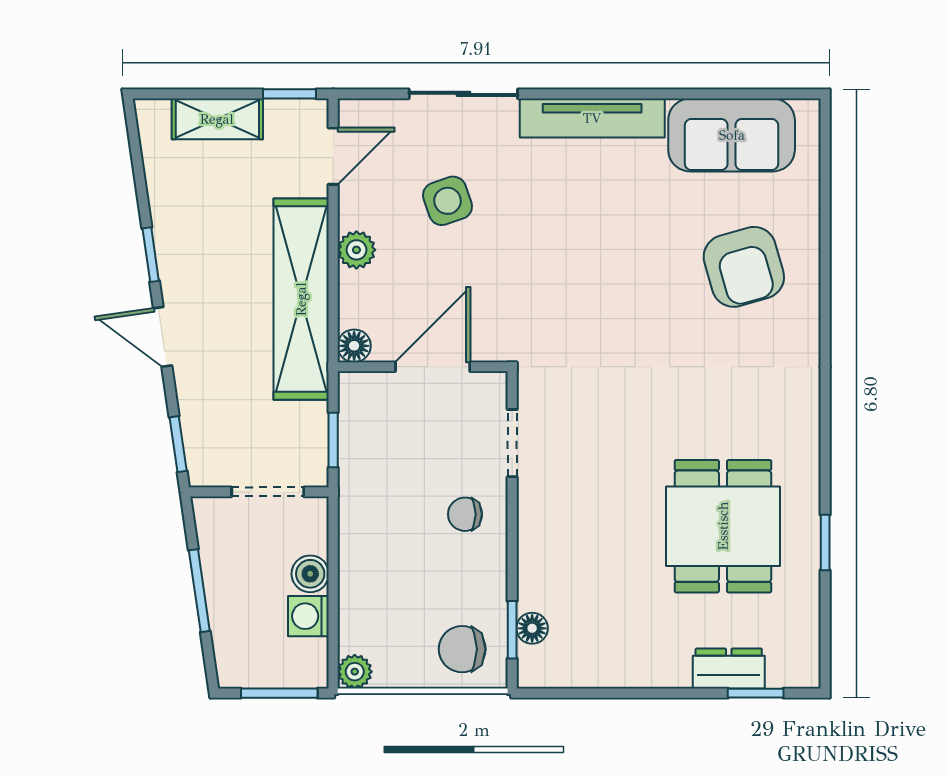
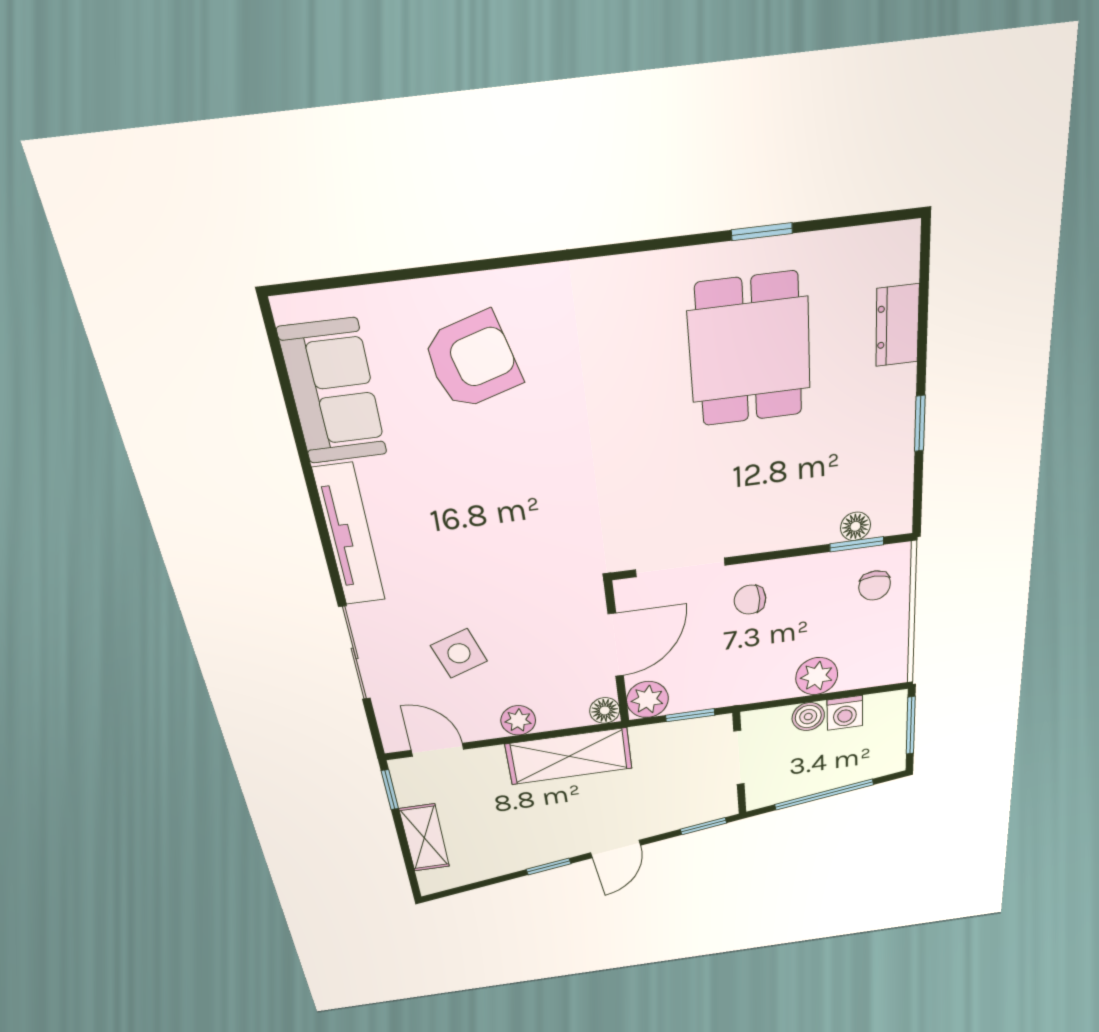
shelving: (301, 299) -> (569, 756), width x0.68
door: (433, 367) -> (616, 645), swing flipped
plant: (361, 394) -> (647, 699), added
doorway: (512, 443) -> (680, 567), width x1.38
chair: (465, 514) -> (750, 600), turned 90
dining table: (723, 526) -> (749, 350), turned 90
window: (199, 591) -> (824, 795), width x1.44
chair: (462, 649) -> (875, 585), width x0.73, depth x0.73
plant: (355, 672) -> (817, 676), moved, width x1.38, depth x1.38
window: (756, 693) -> (920, 424), moved

